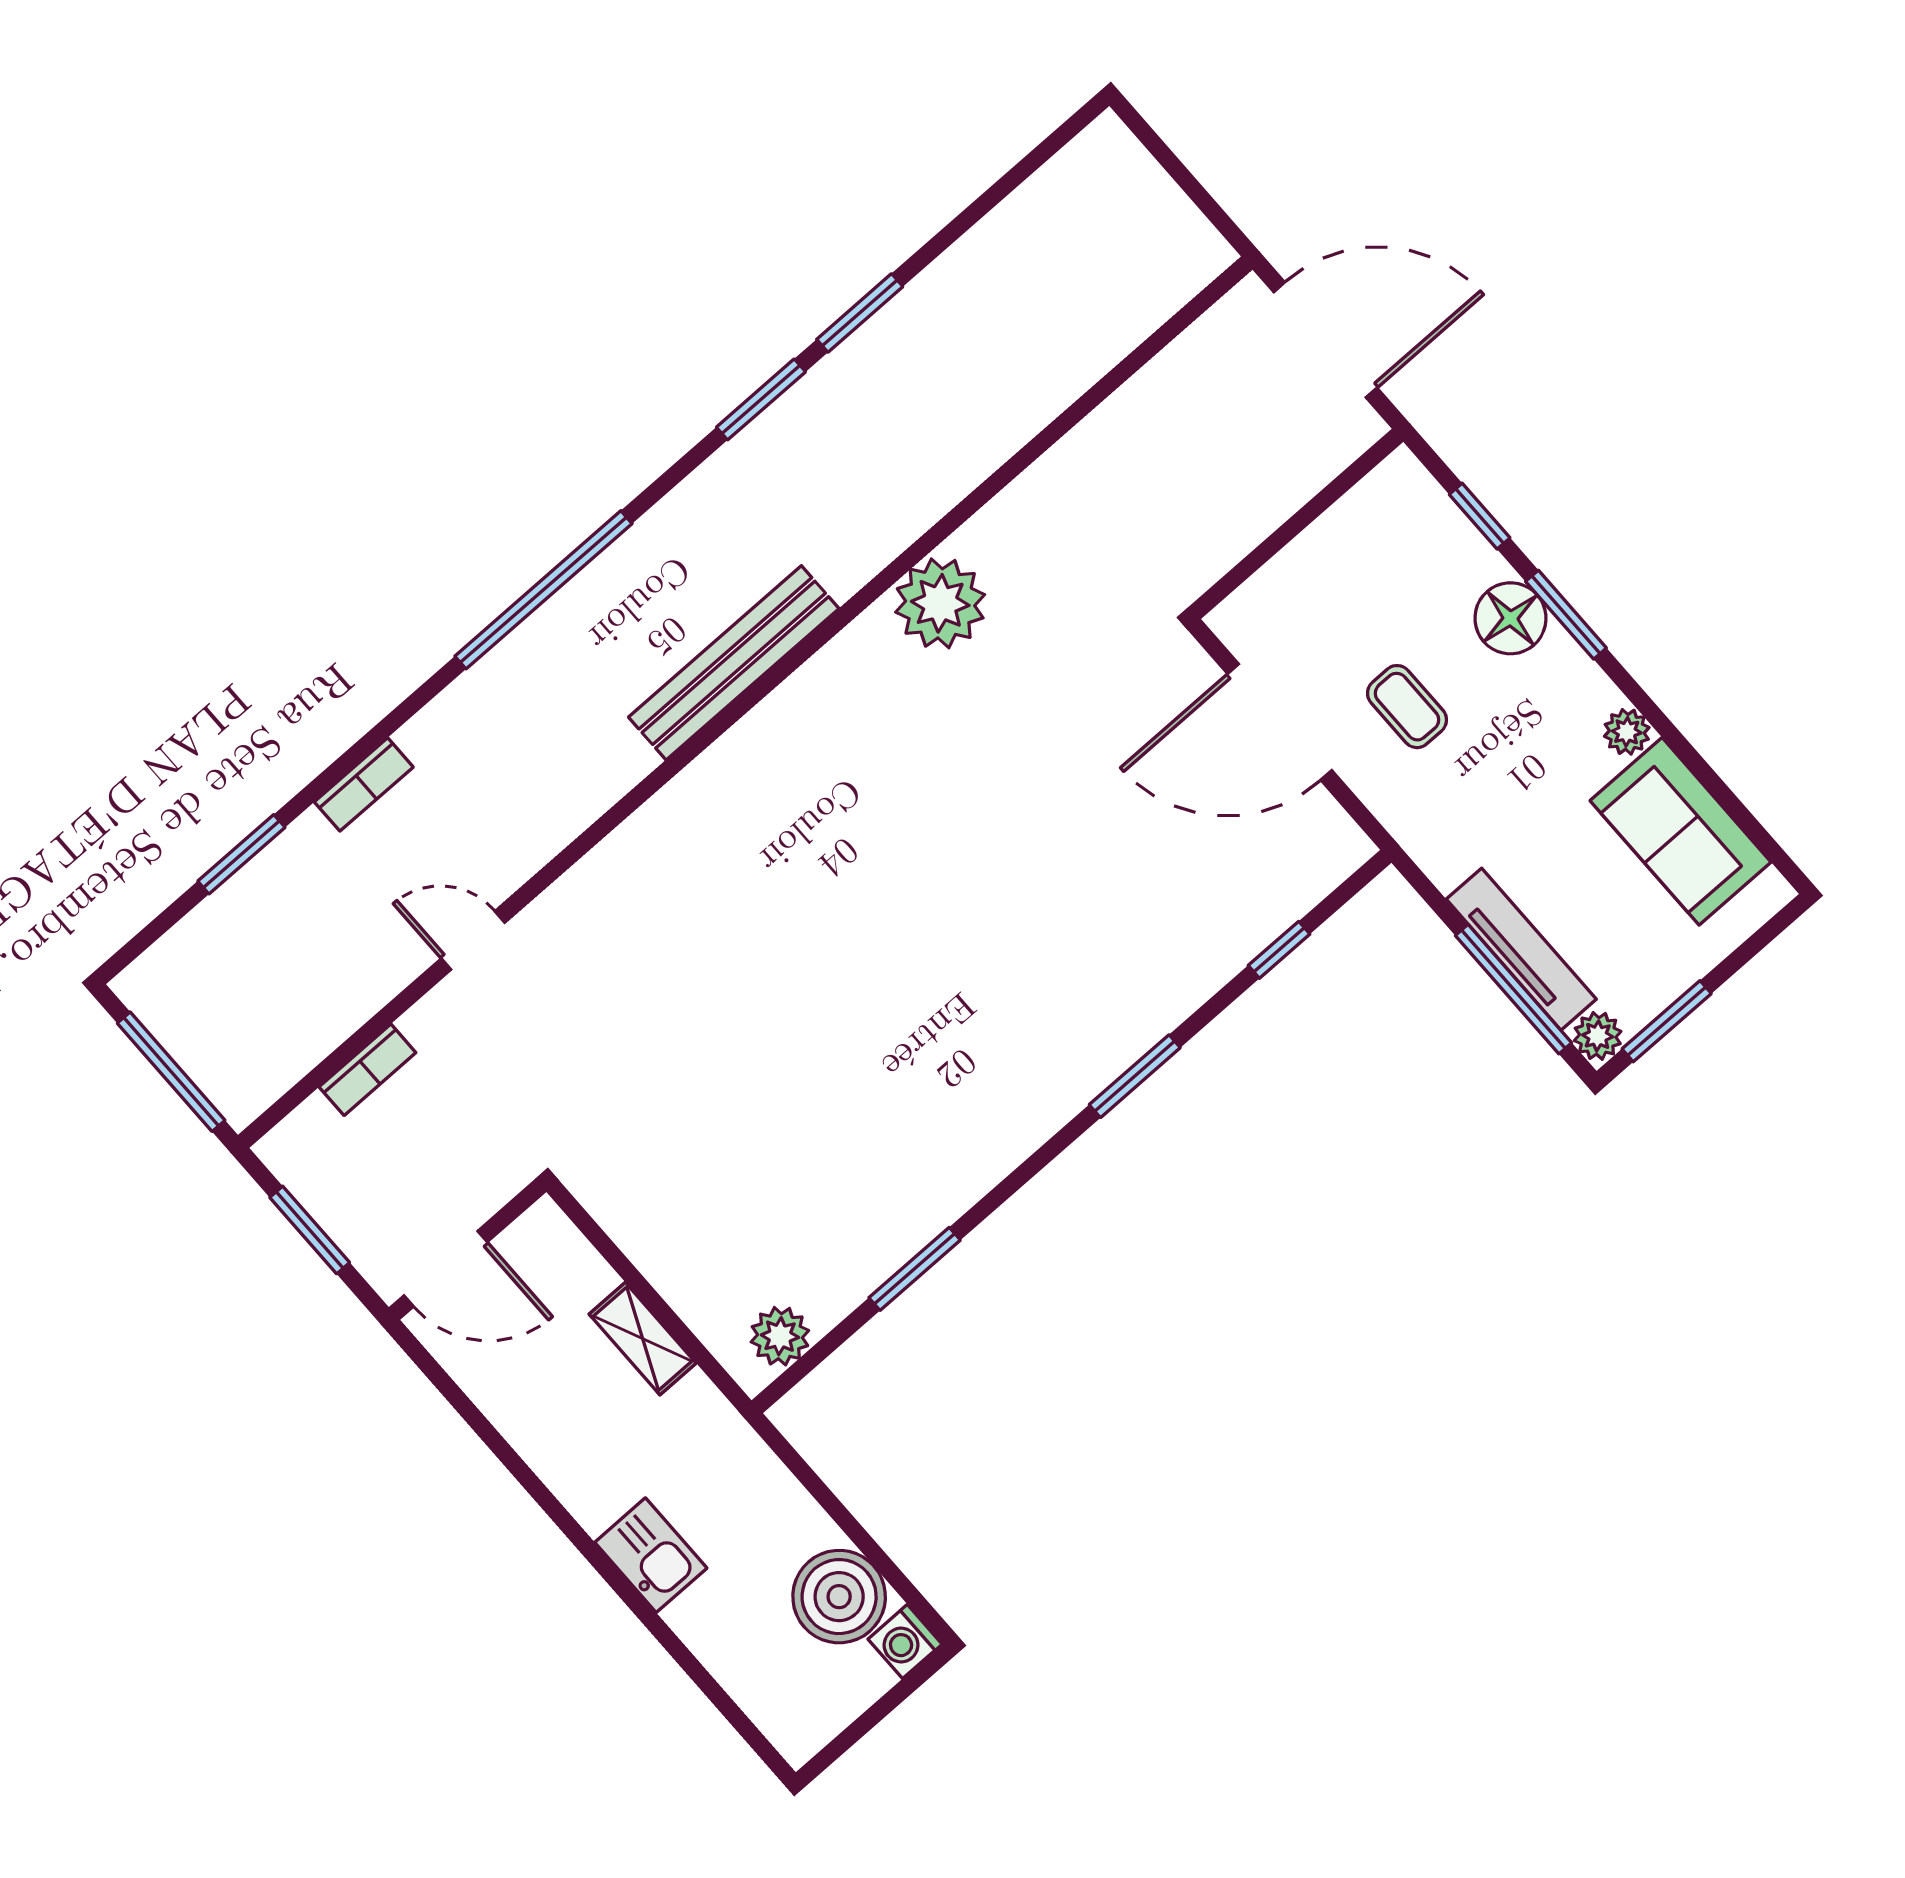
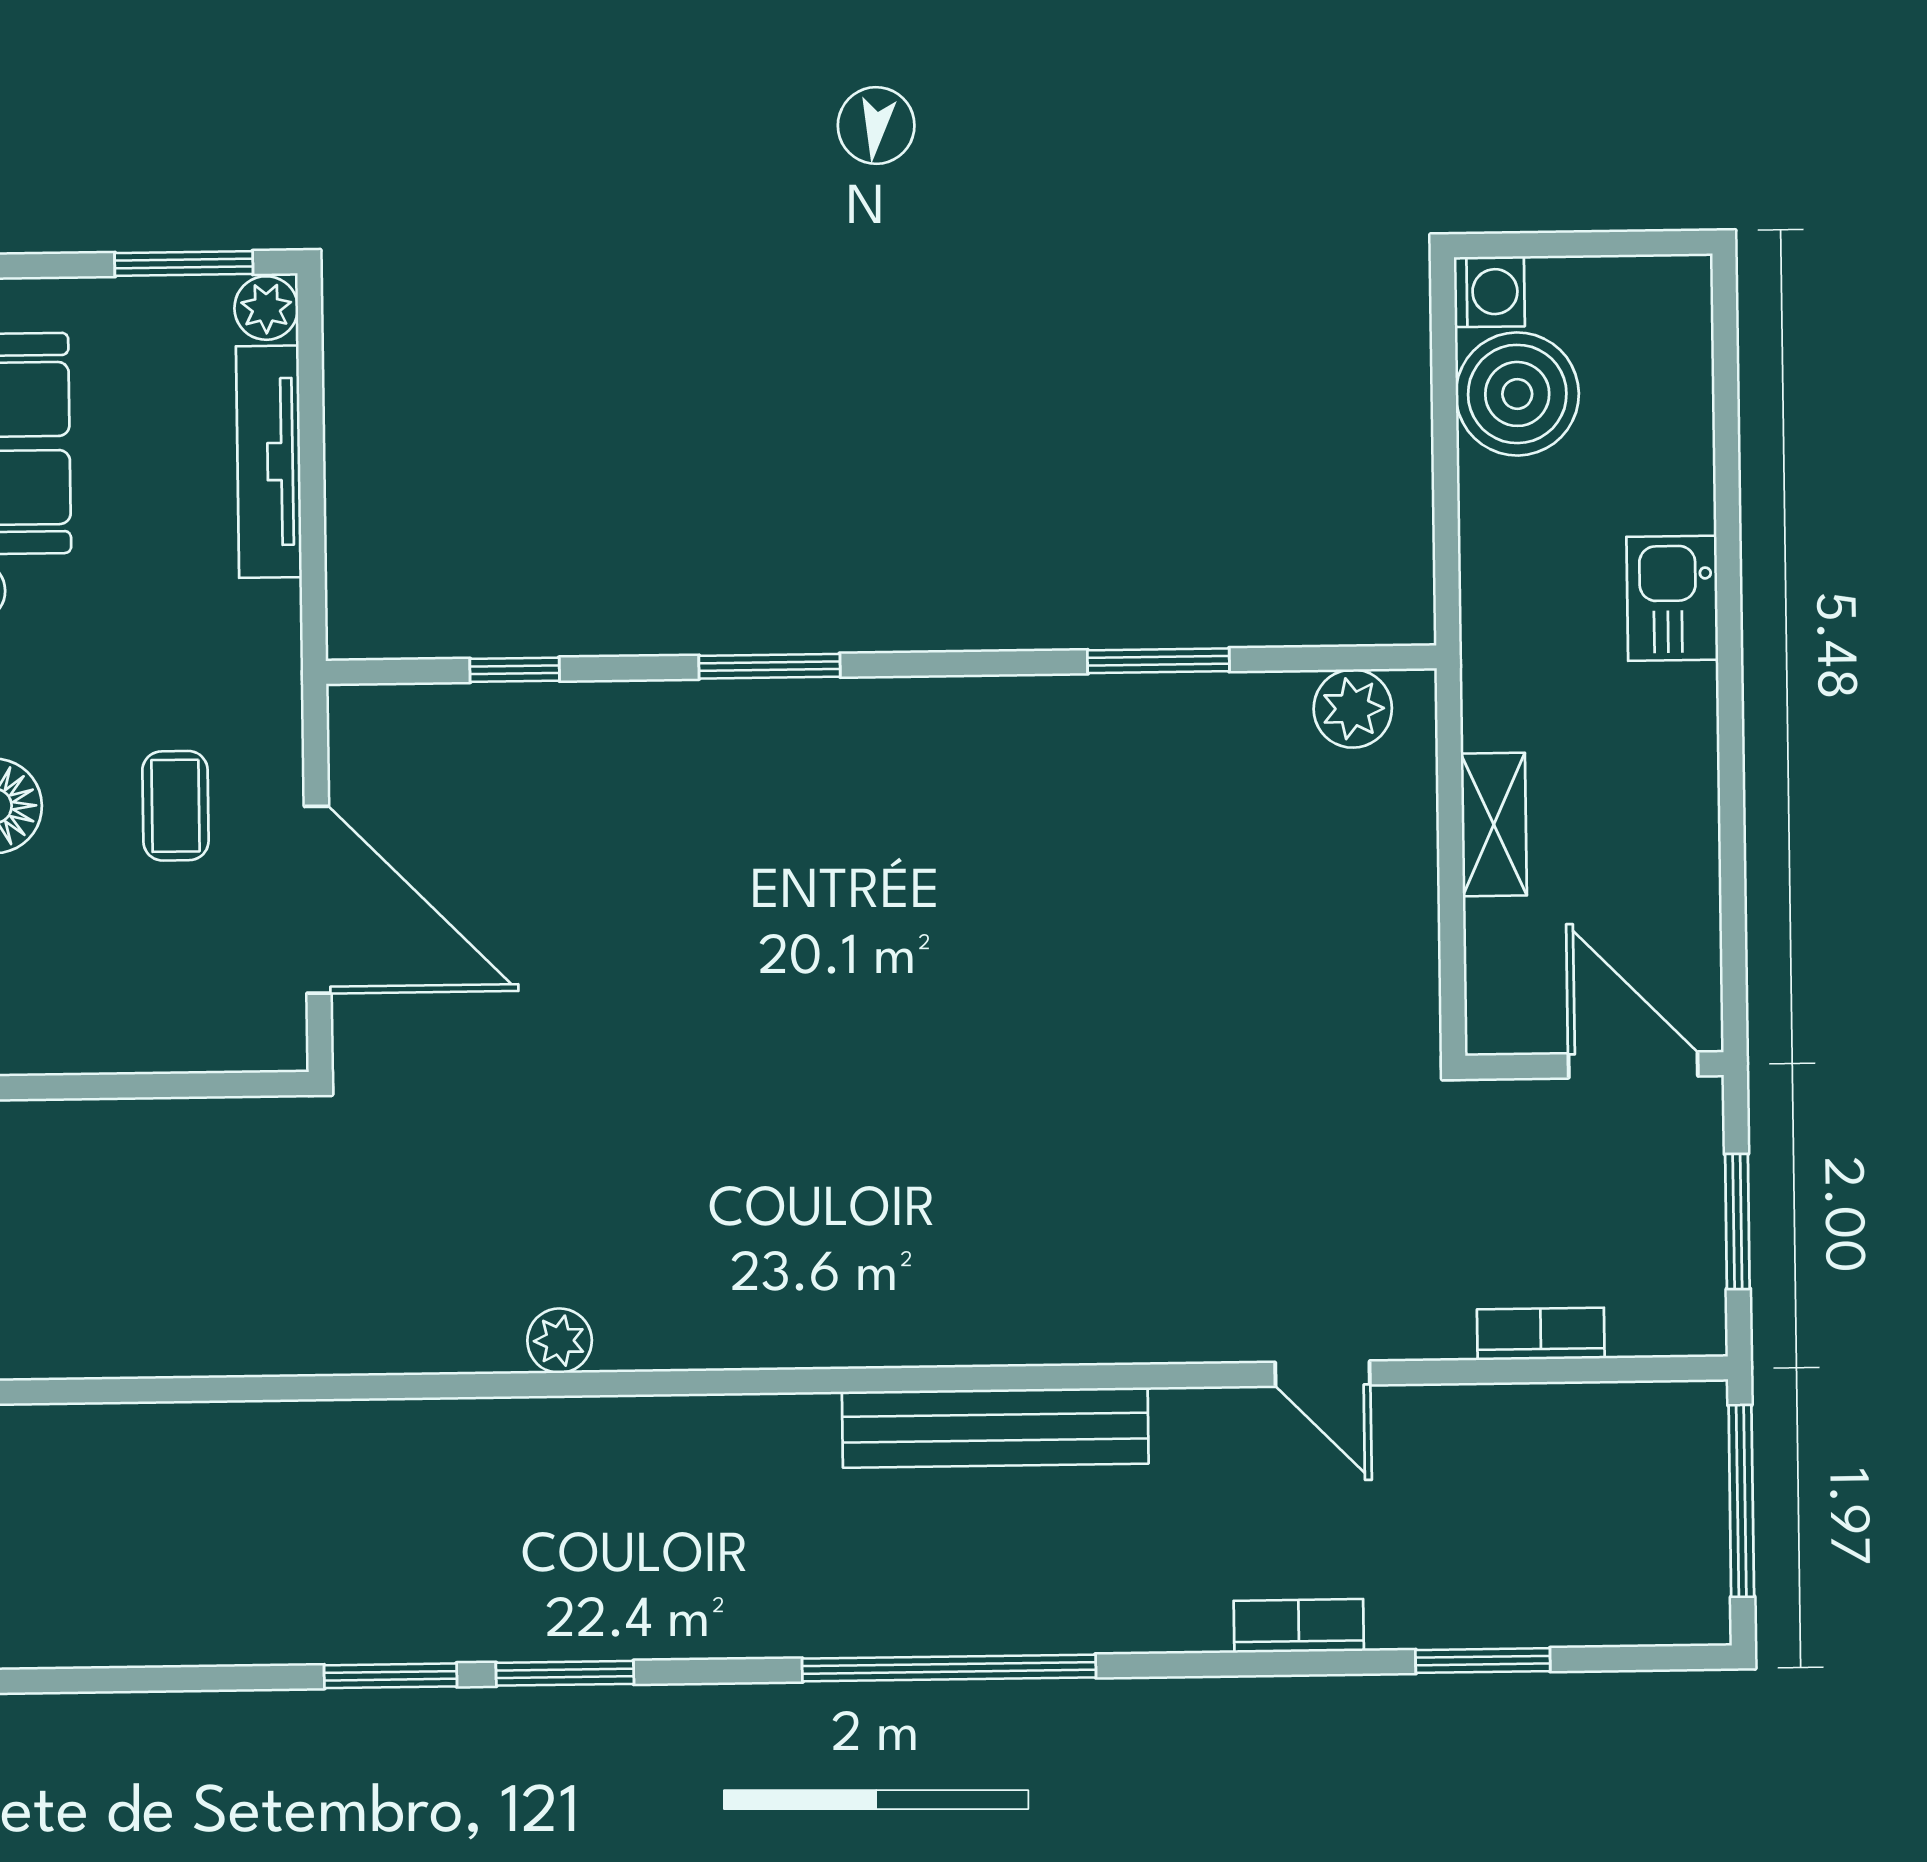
plant: (940, 603) -> (560, 1341), width x0.53, depth x0.53
bench: (734, 663) -> (995, 1428), moved
window: (1513, 989) -> (311, 428), removed

